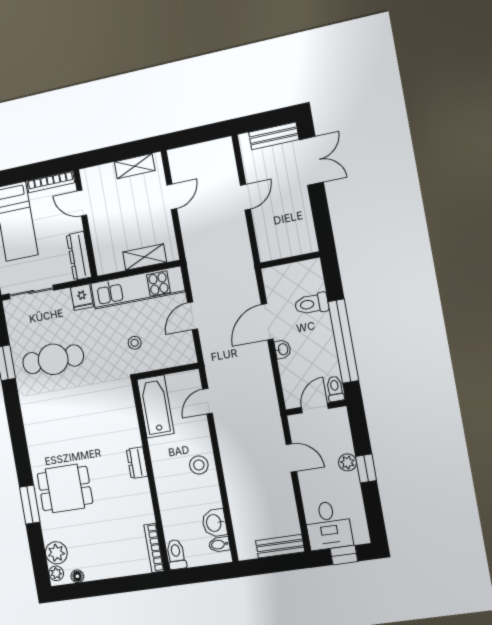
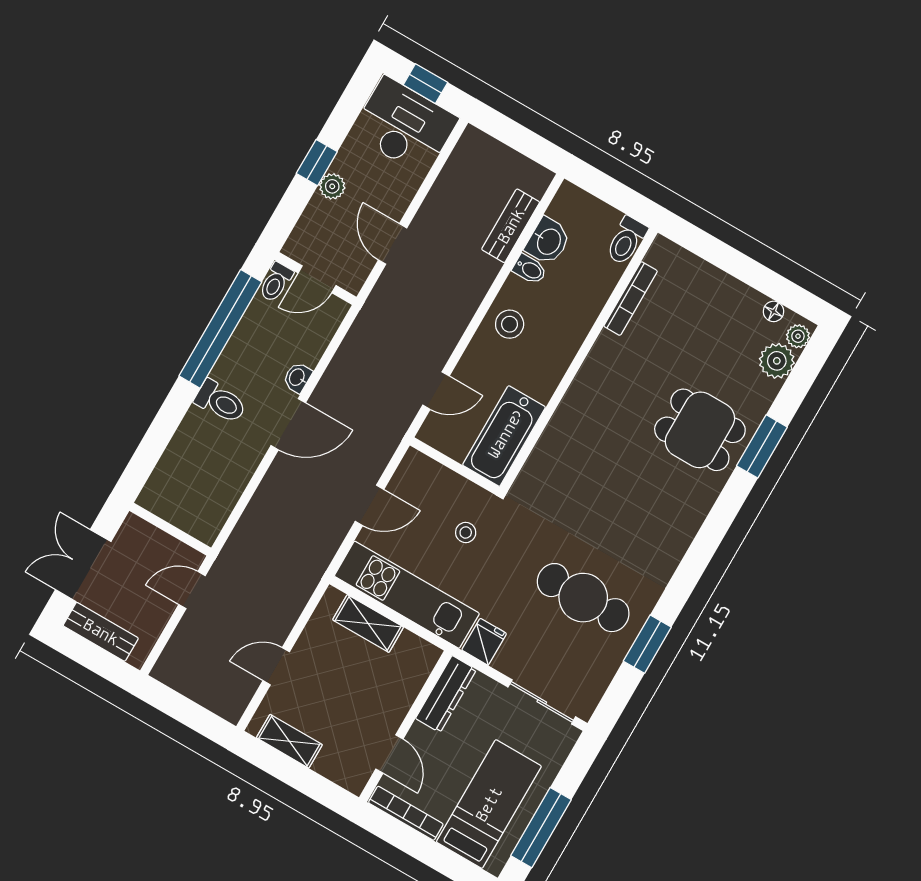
wall: (290, 260) -> (170, 529), moved
dresser: (137, 463) -> (583, 388), removed
desk: (328, 525) -> (405, 126), width x1.37
bidet: (219, 544) -> (530, 269), moved
bench: (280, 546) -> (511, 226), moved, turned 90
bookcase: (154, 548) -> (631, 299), moved

